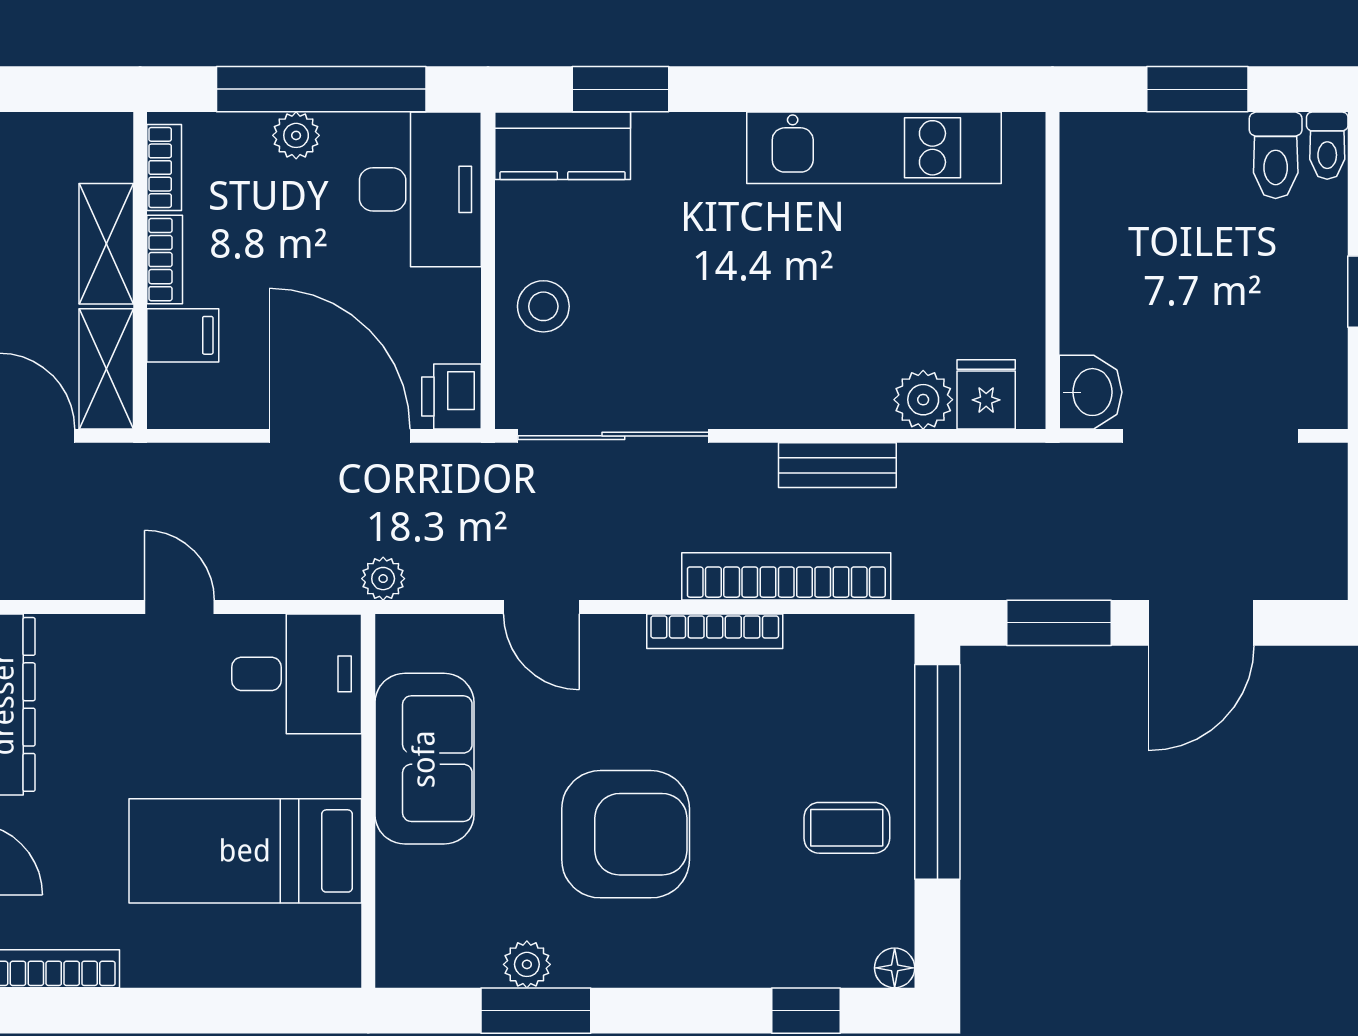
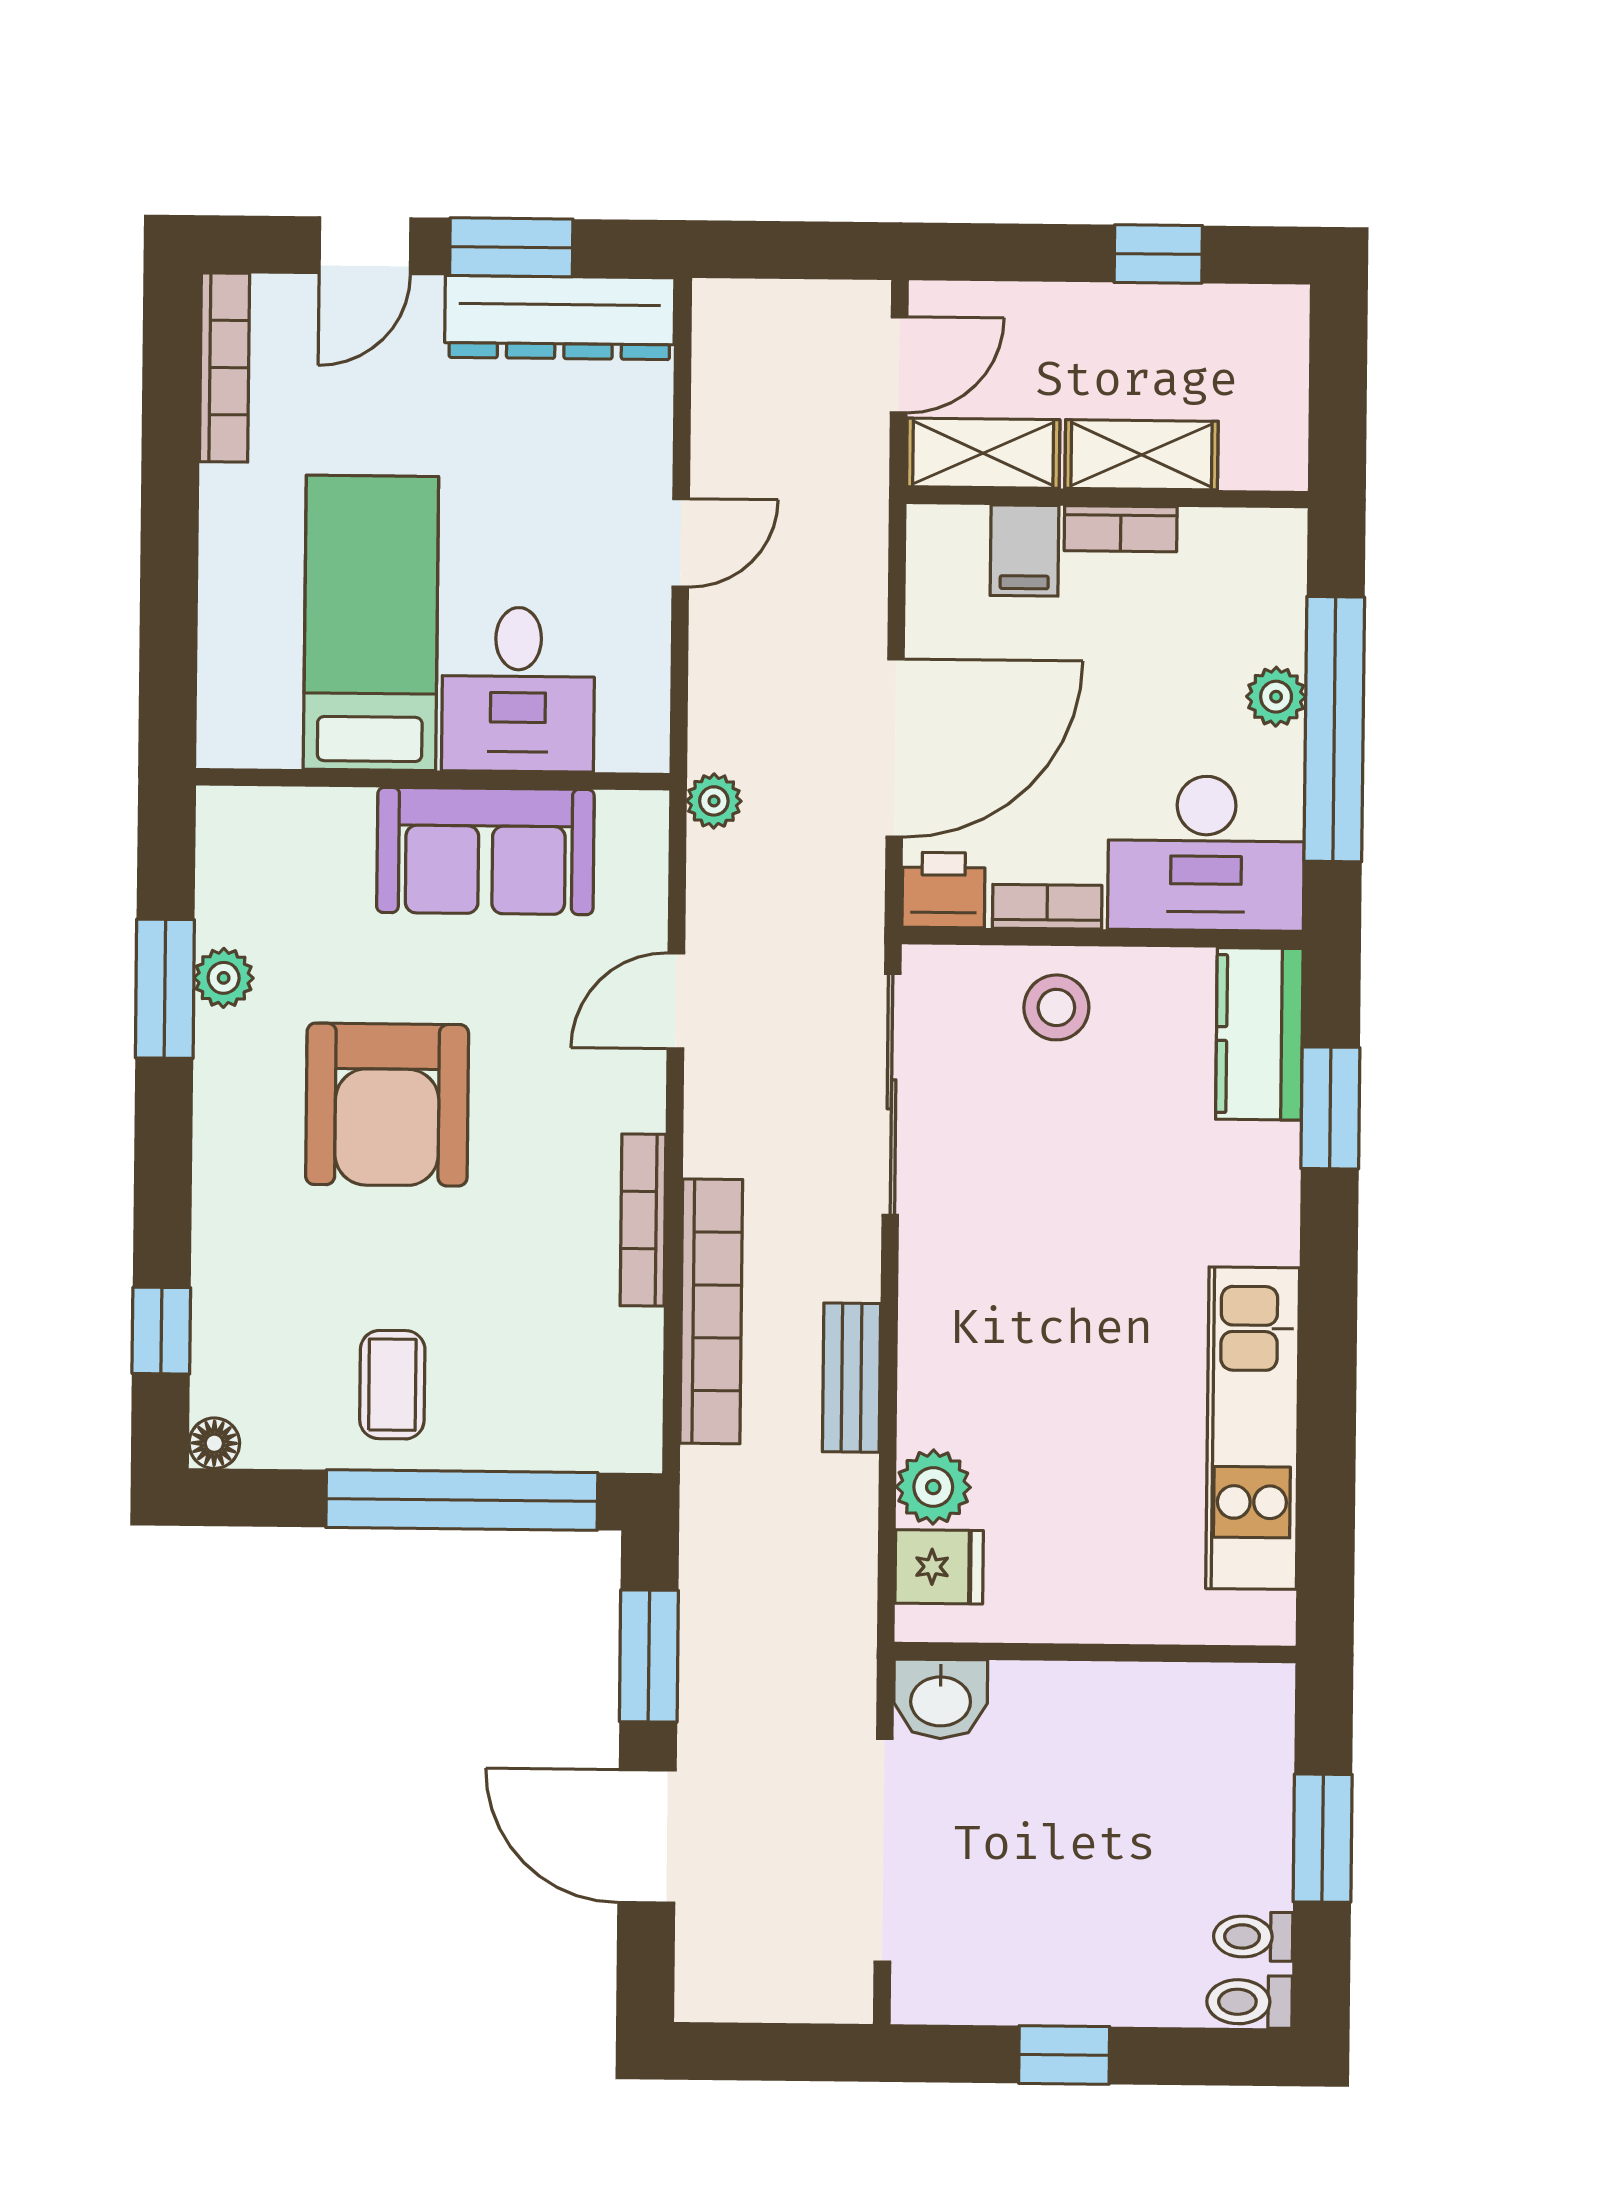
toilet: (1276, 155) -> (1253, 1937), width x0.73, depth x0.72
bookcase: (164, 168) -> (1047, 907), moved, turned 180
desk: (297, 674) -> (518, 689), moved

